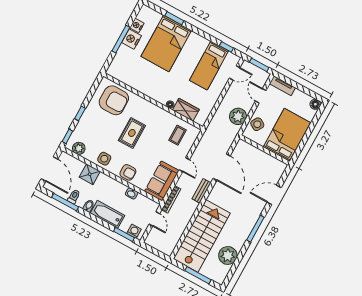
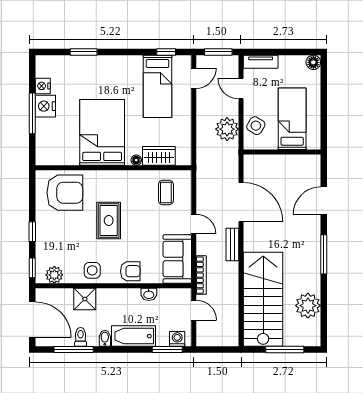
bed: (166, 43) -> (102, 132), moved, turned 180
bed: (287, 135) -> (292, 119), width x0.67

